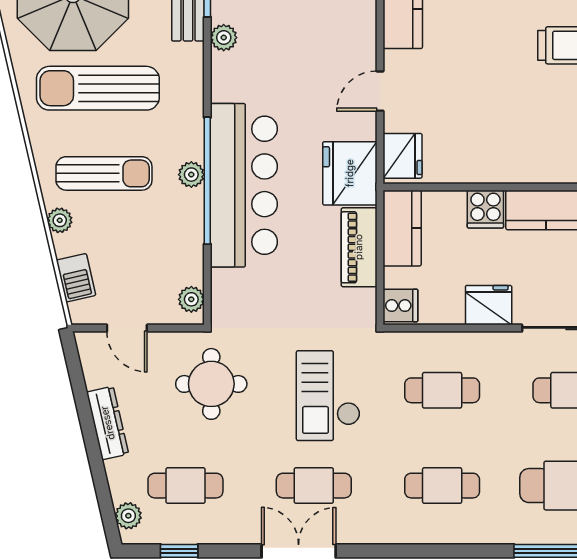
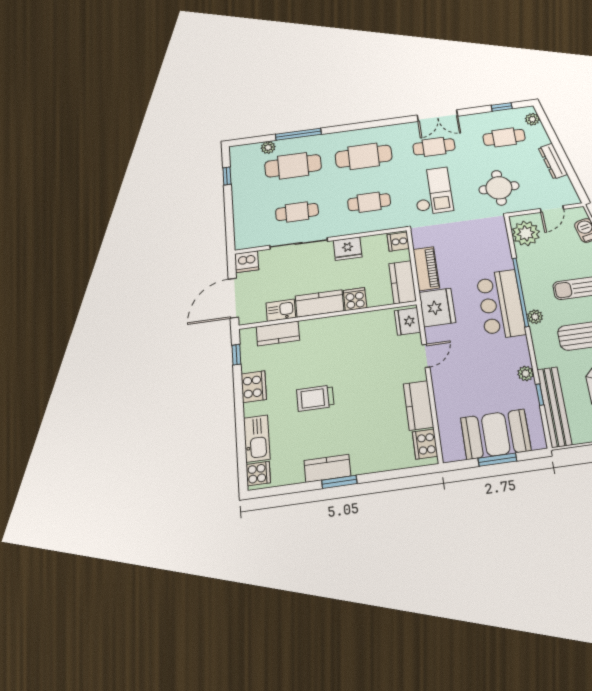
plant: (191, 175) -> (535, 317), moved
bar counter: (244, 185) -> (501, 304), width x0.73
plant: (191, 299) -> (526, 233), width x1.87, depth x1.87
door: (127, 328) -> (552, 209), swing flipped
cafe table: (442, 486) -> (364, 156), width x1.37, depth x1.35

